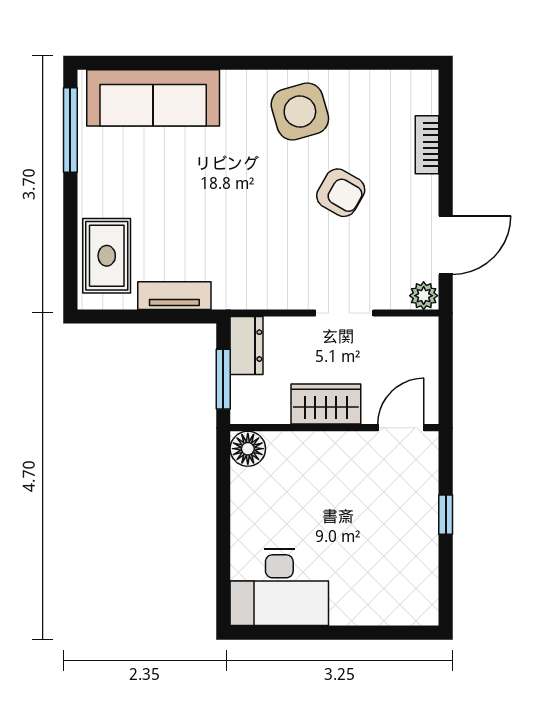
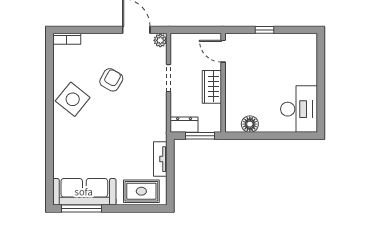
sofa: (153, 98) -> (84, 192), moved, turned -90
side table: (300, 112) -> (73, 99), turned -35
bookcase: (427, 145) -> (67, 39), moved
floor lamp: (248, 449) -> (250, 124), moved

